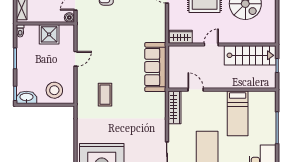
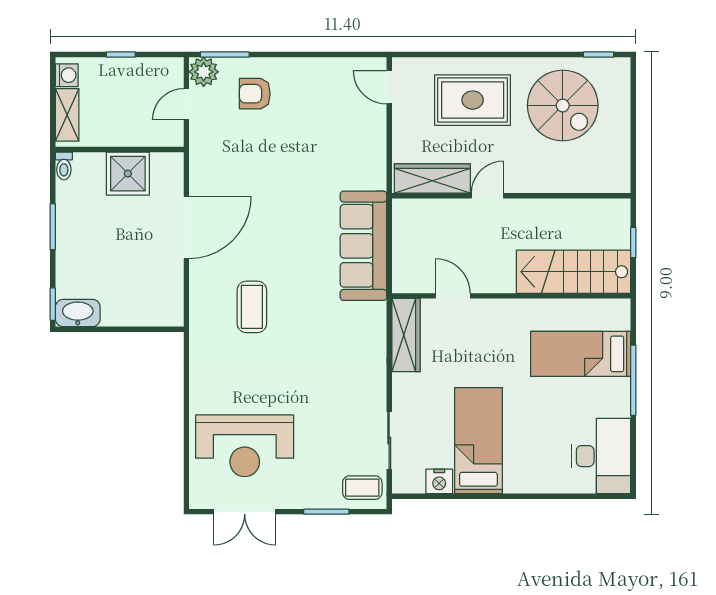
boiler: (69, 18) -> (173, 136), removed
wardrobe: (181, 37) -> (432, 178), width x1.50
stairs: (250, 55) -> (574, 272), moved, turned 180
door: (75, 59) -> (186, 227), width x1.88
stool: (54, 90) -> (140, 297), removed
bed: (238, 113) -> (581, 354), moved, turned 90

